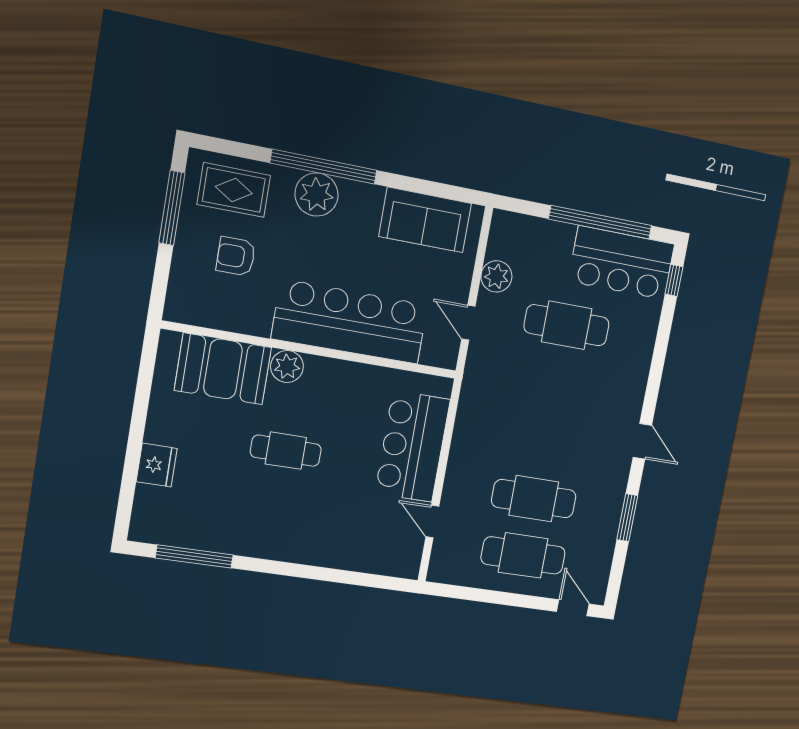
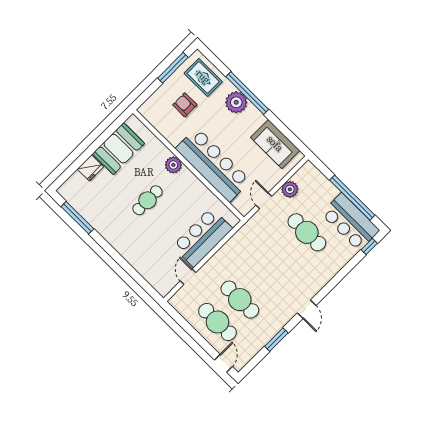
booth: (223, 369) -> (118, 149), moved, turned 90
cafe table: (286, 451) -> (147, 200), turned 90

